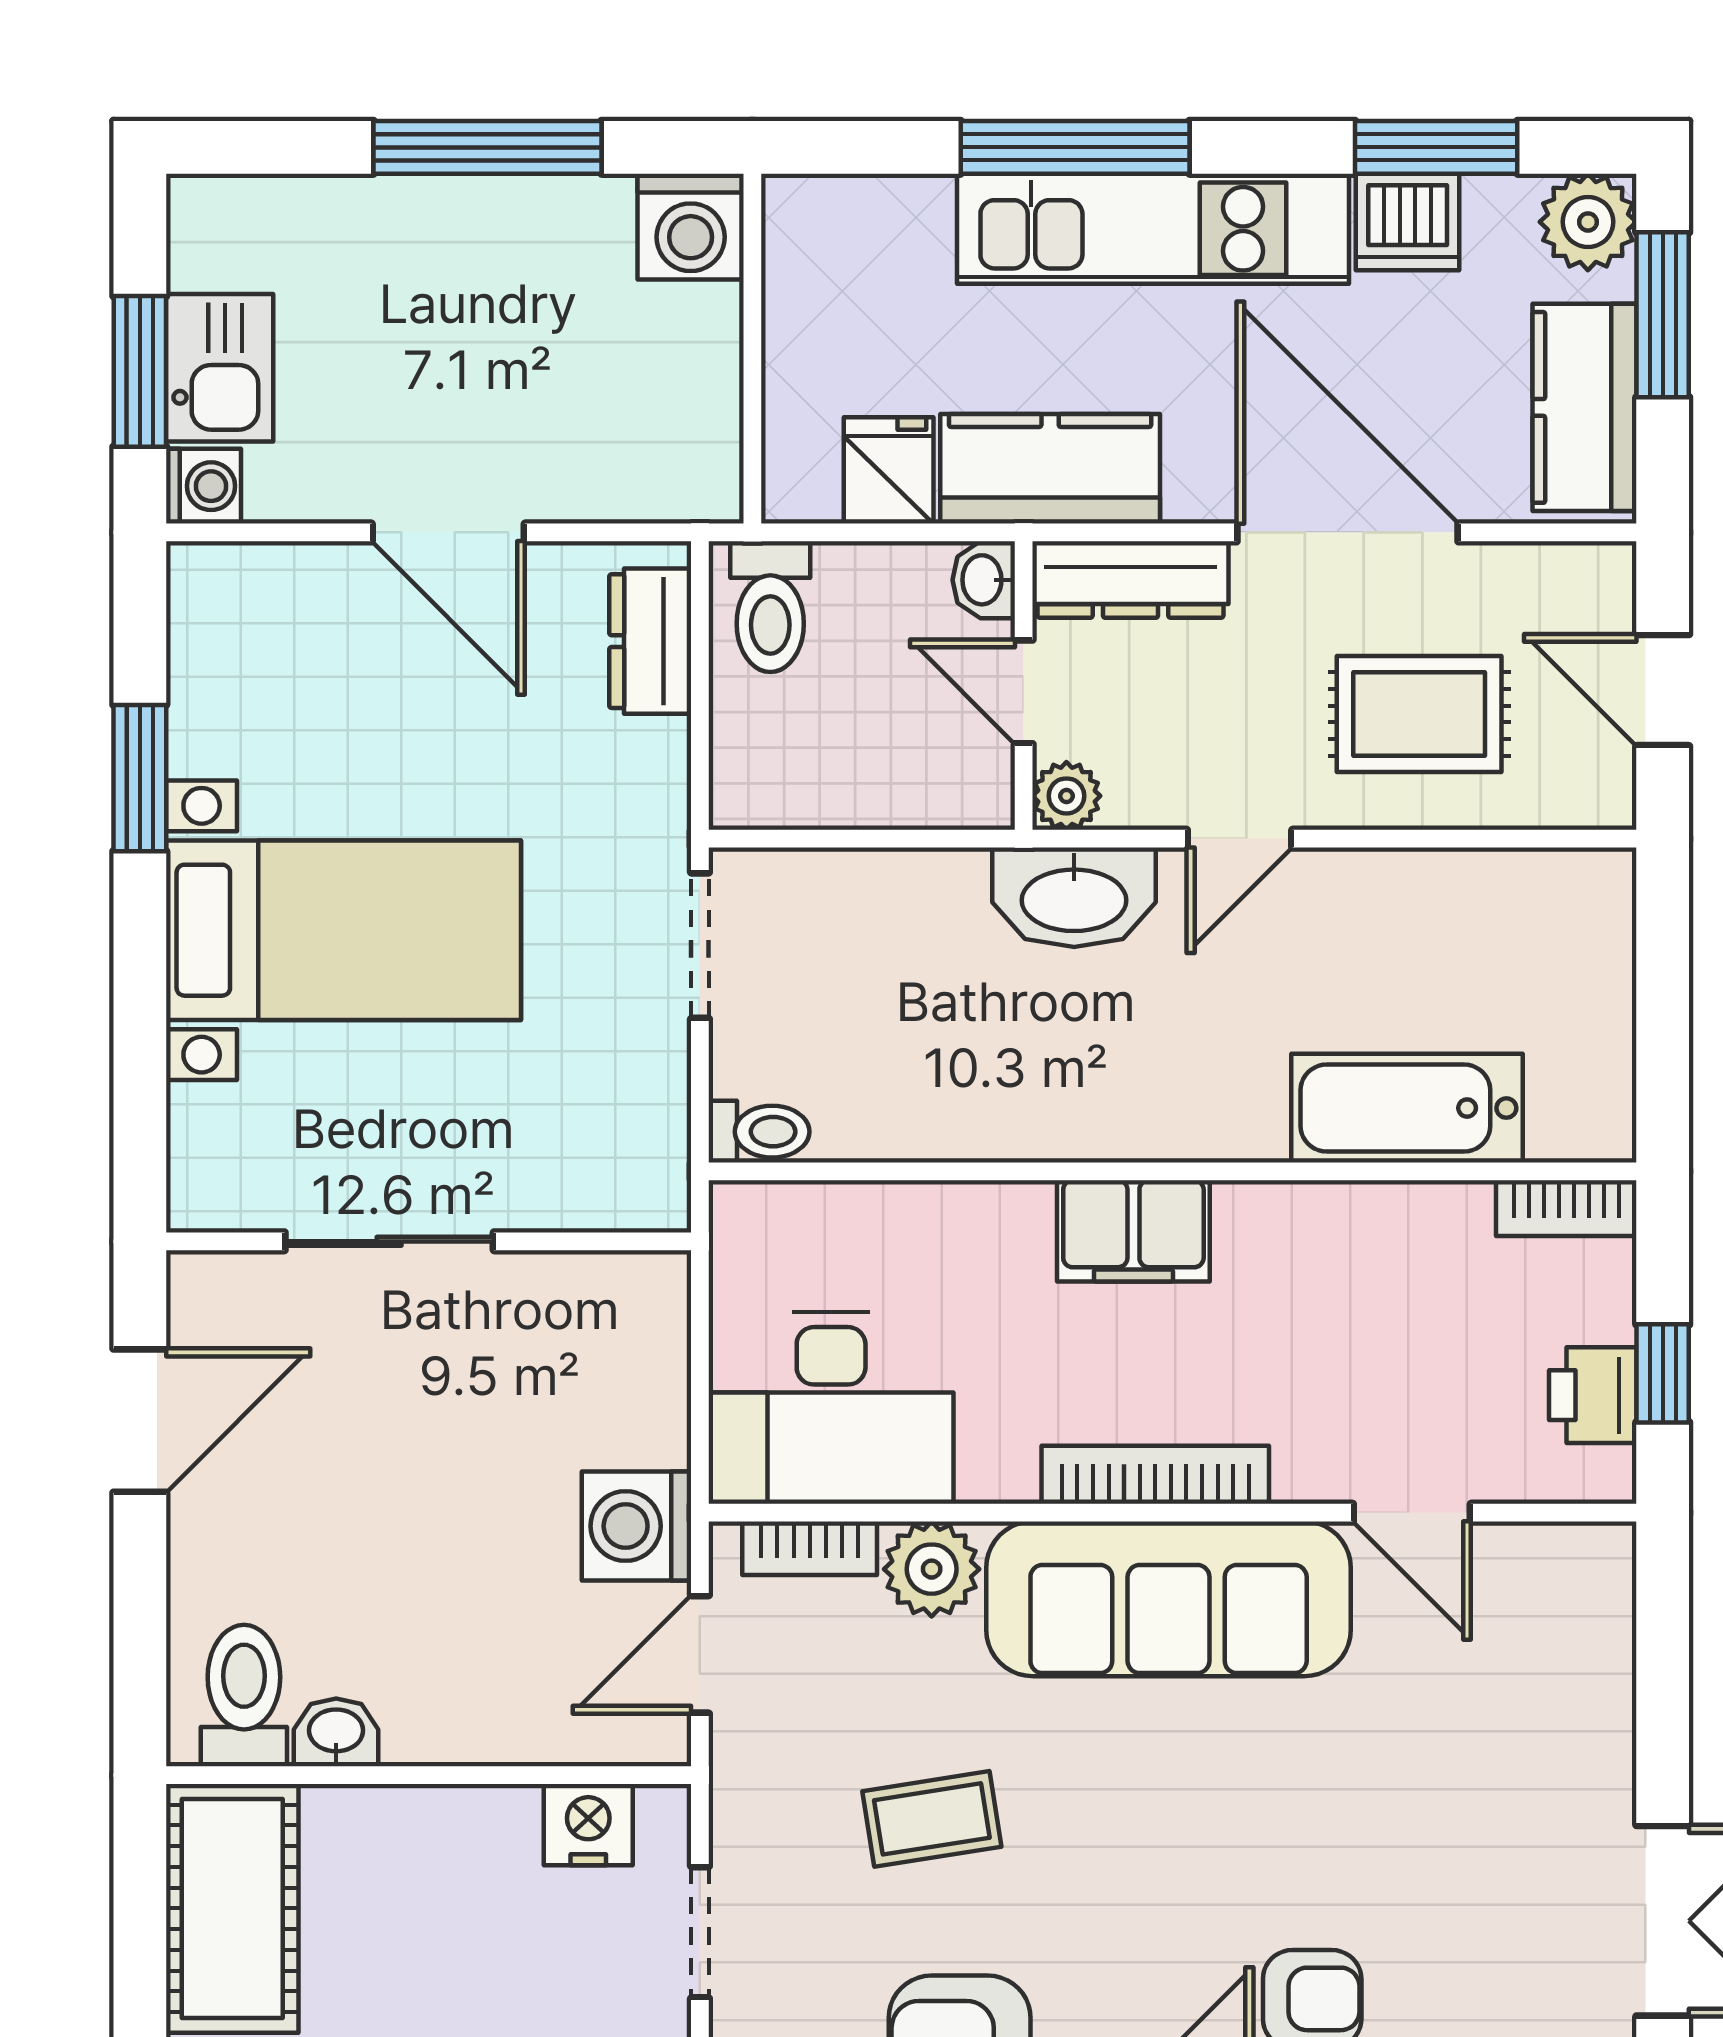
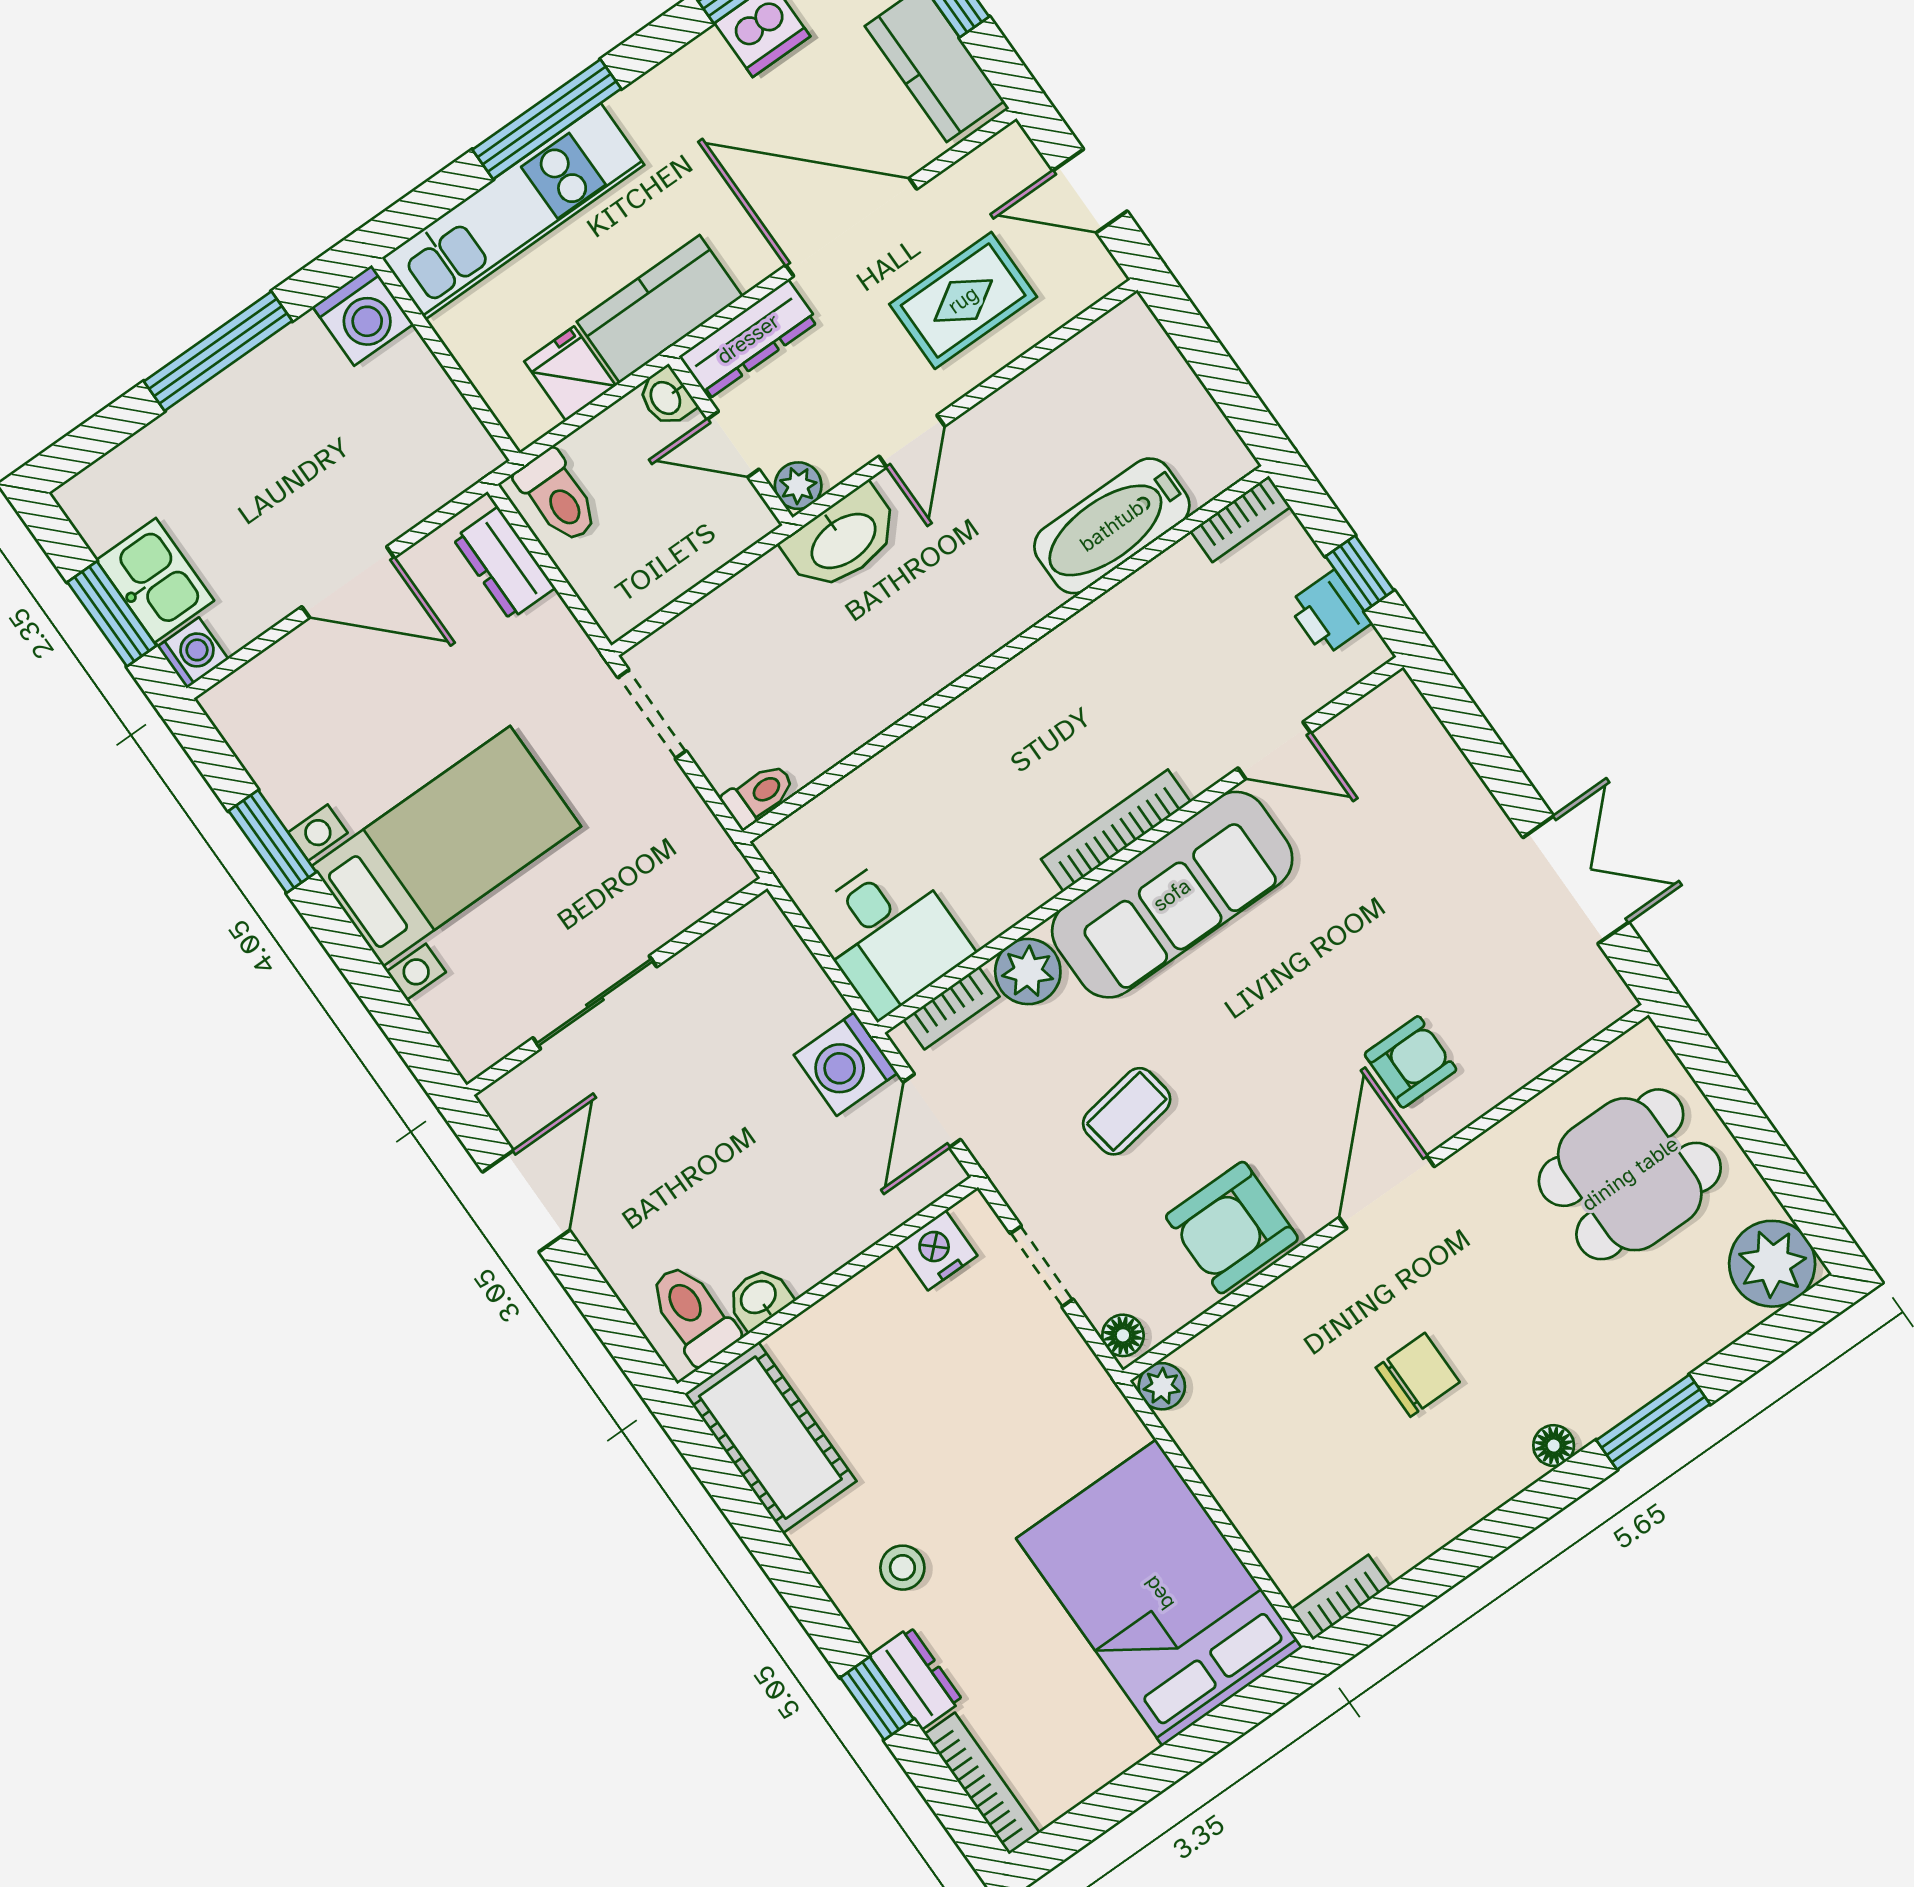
kitchen unit: (1153, 229) -> (513, 211), moved
filing cabinet: (1133, 1231) -> (1007, 703), removed
desk: (831, 1408) -> (889, 934), width x0.73

